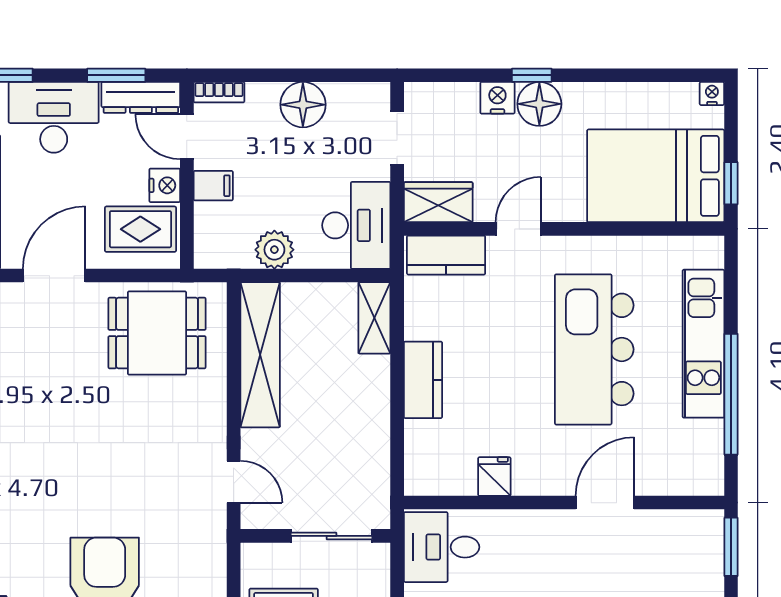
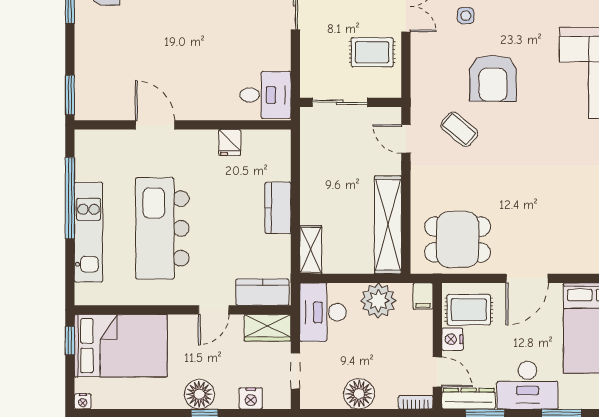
nightstand: (497, 98) -> (251, 398), moved
filing cabinet: (213, 186) -> (423, 296), moved, turned -90
plant: (274, 250) -> (378, 301), width x1.36, depth x1.36
kitchen island: (594, 349) -> (162, 228), turned 180
coffee table: (154, 496) -> (459, 129), added
door: (605, 503) -> (155, 125), swing flipped

